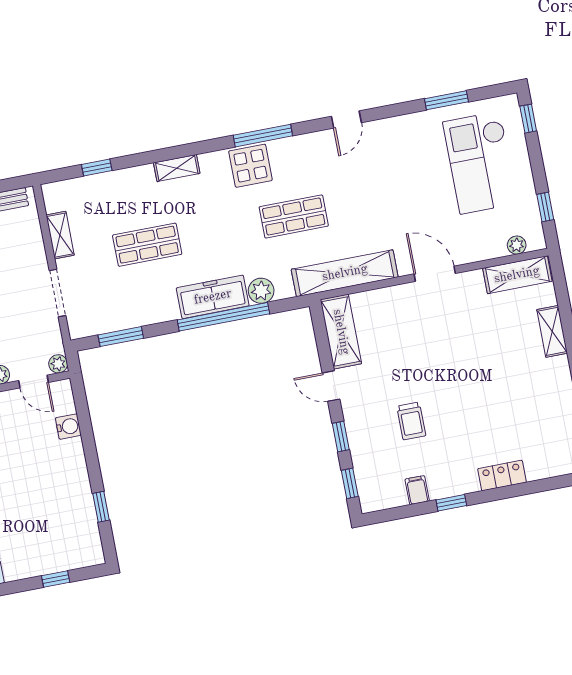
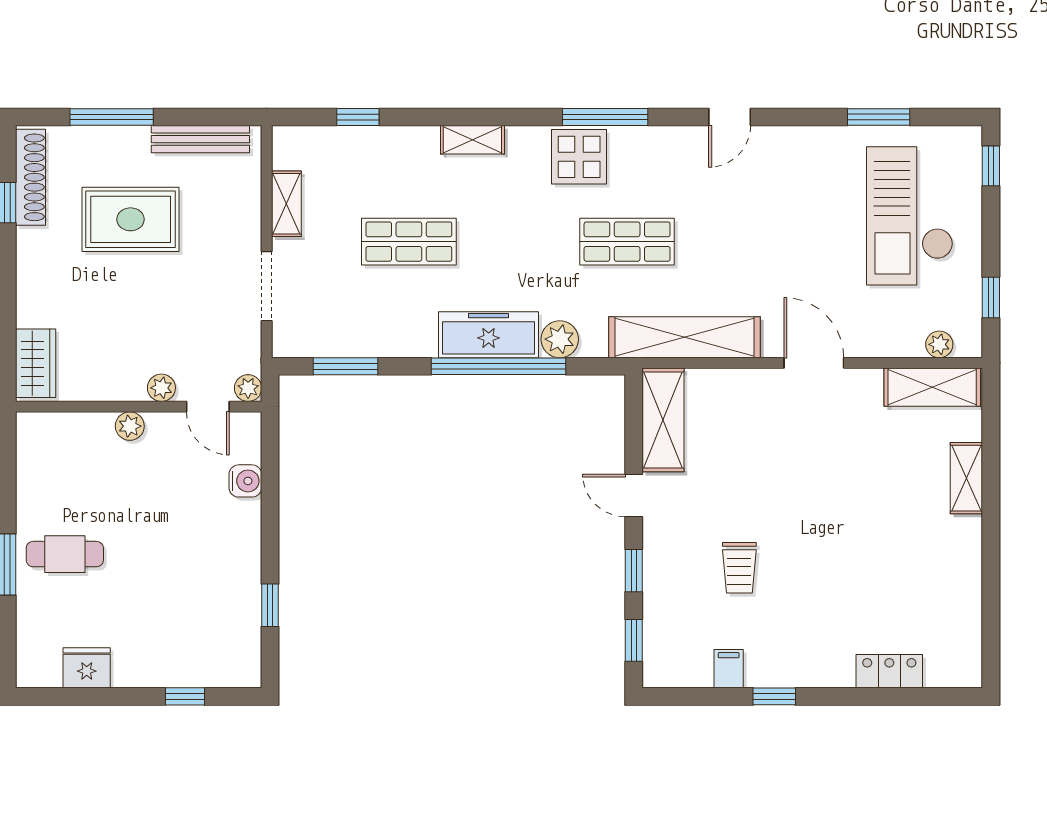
locker: (502, 476) -> (889, 671), moved

